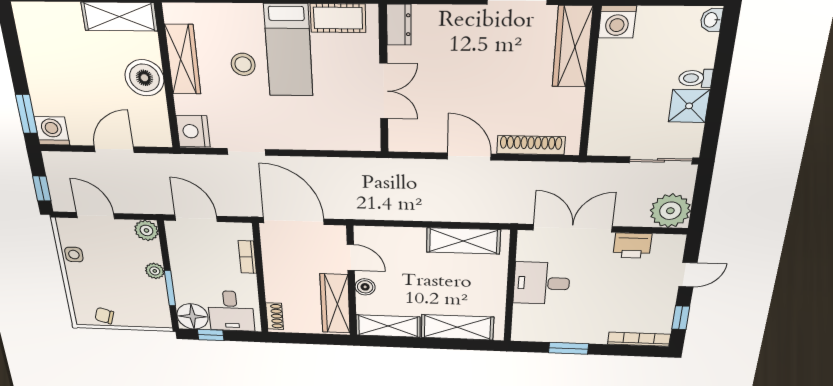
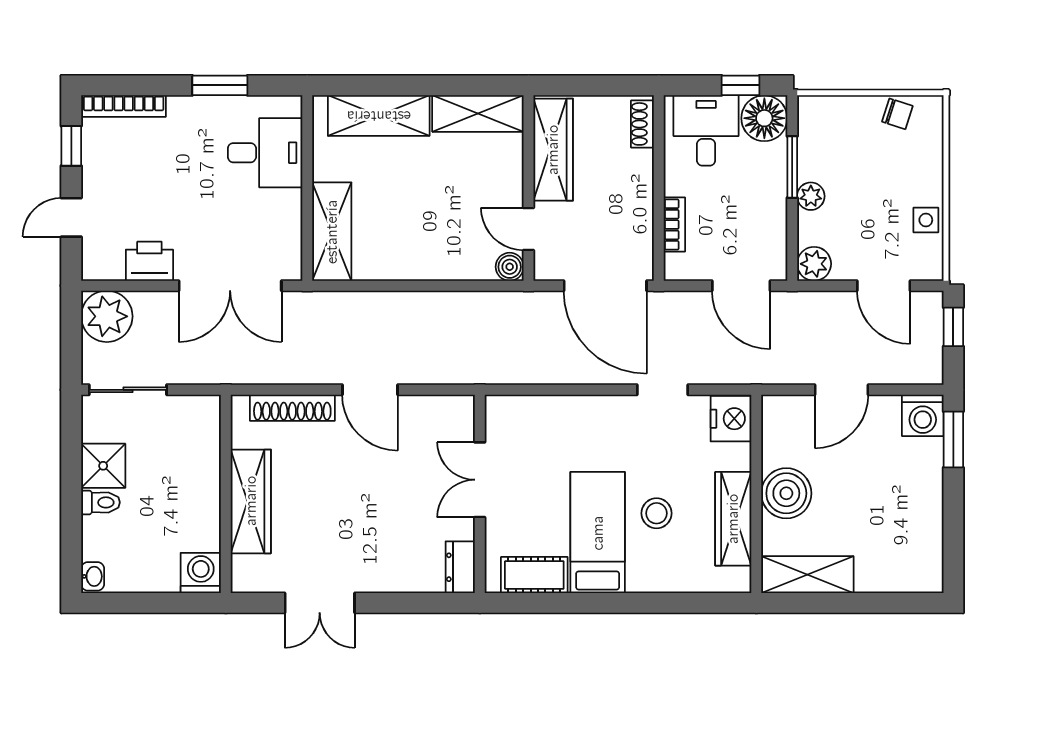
wardrobe: (572, 47) -> (251, 501), moved
shelving: (463, 241) -> (332, 232), moved, turned 90
desk: (542, 283) -> (265, 153), moved
boiler: (365, 287) -> (510, 267), moved

